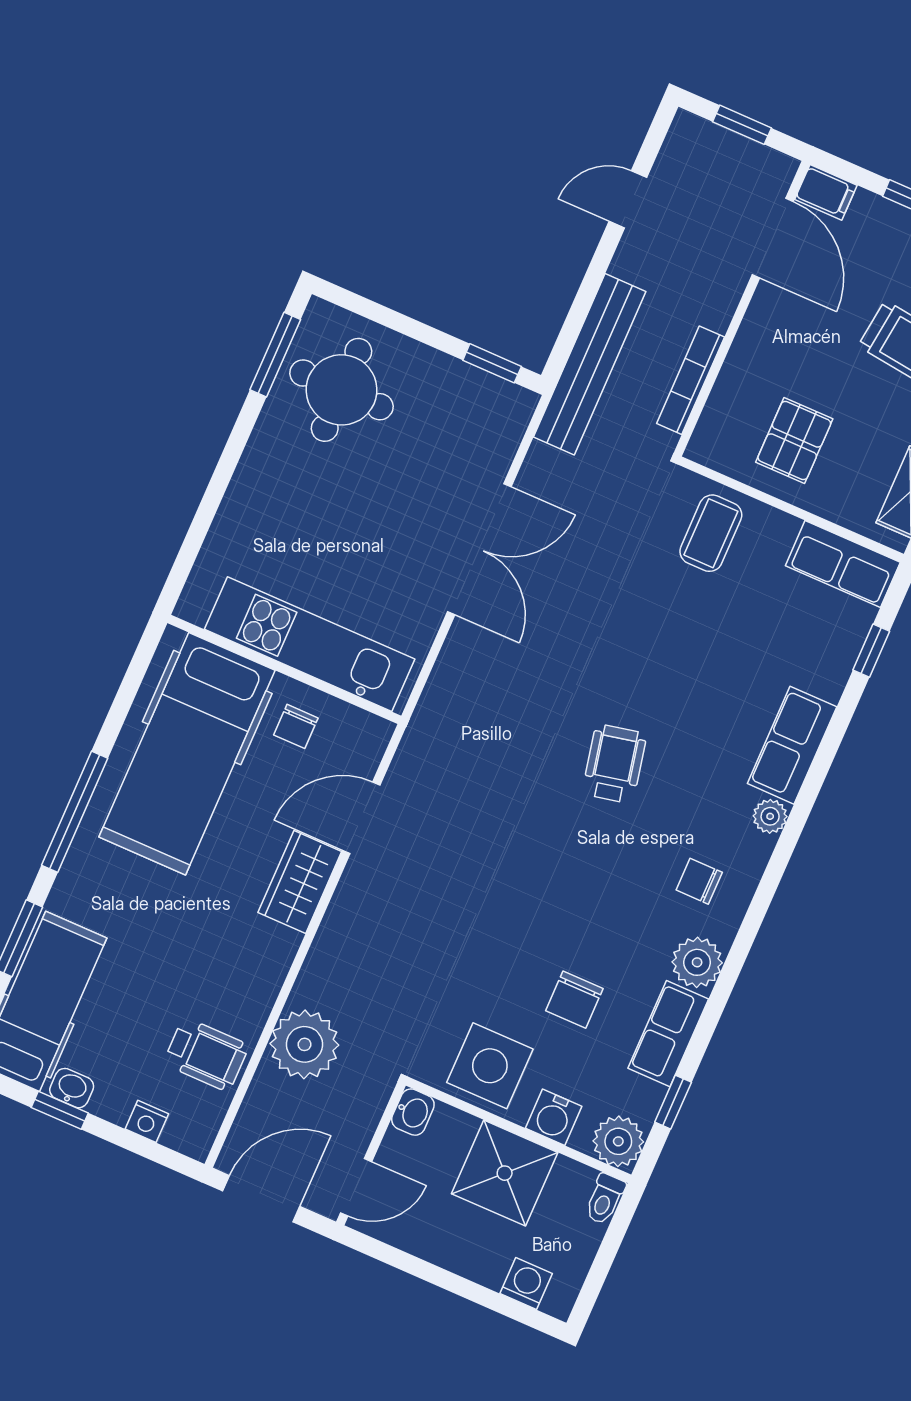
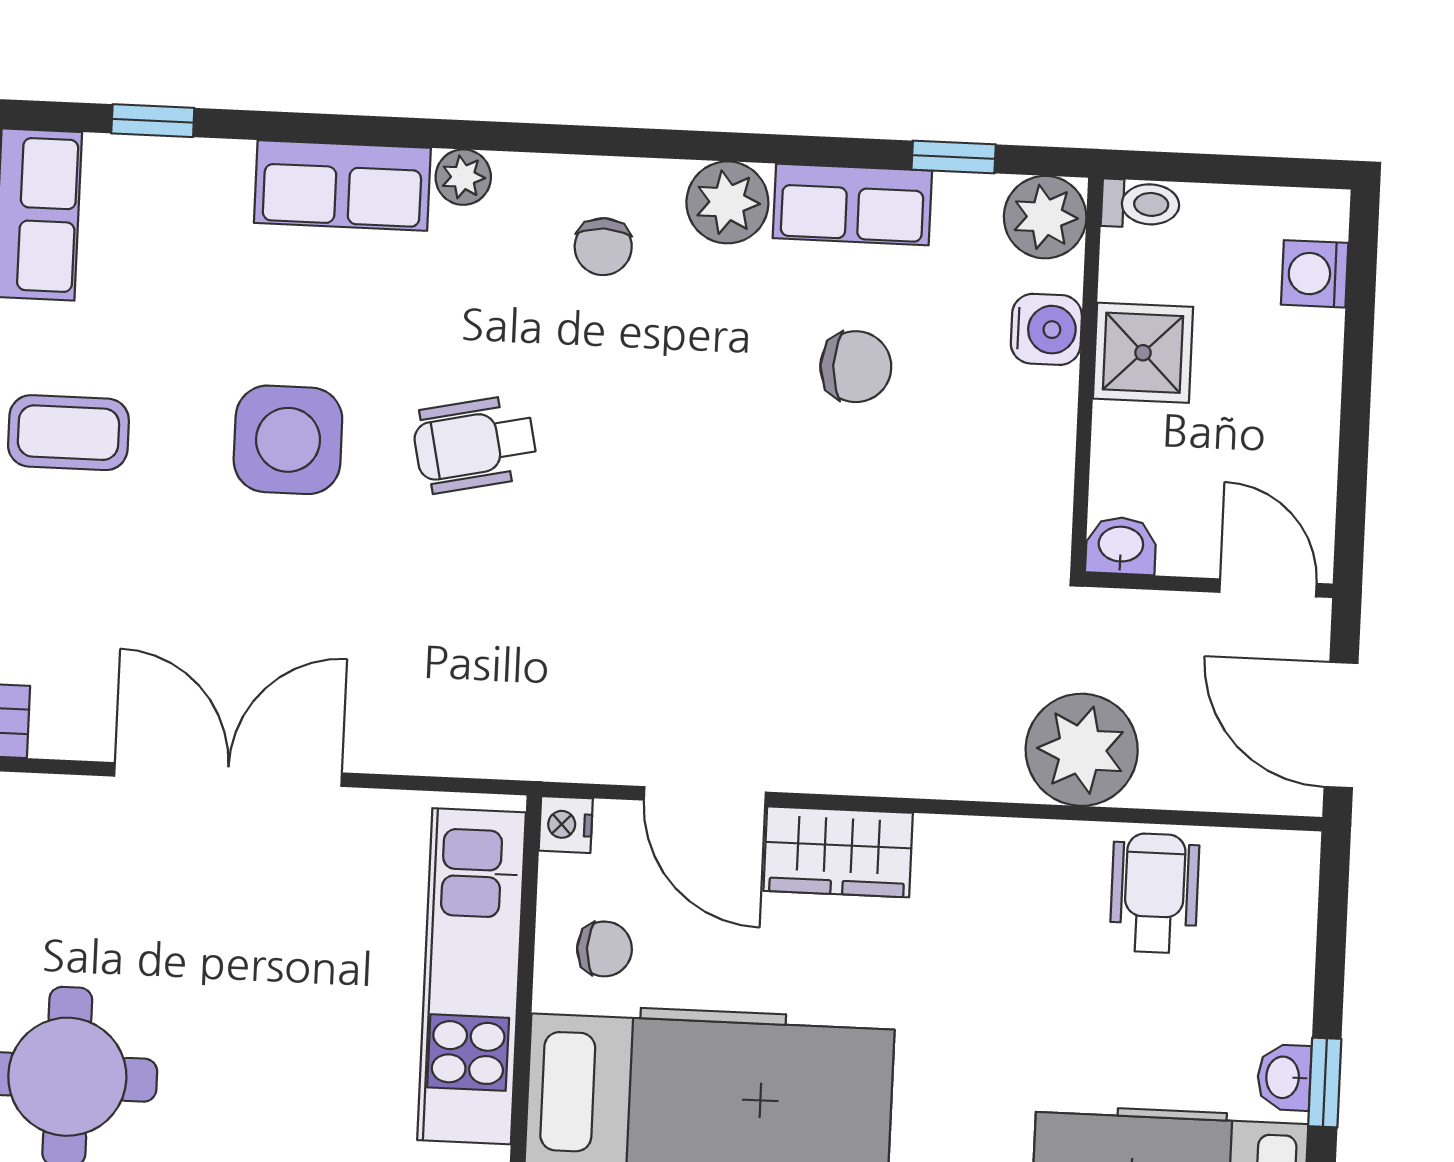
side table: (490, 1066) -> (288, 440), moved
nightstand: (147, 1121) -> (566, 825), moved, turned 180
shower: (505, 1173) -> (1143, 353), width x0.73, depth x0.73

